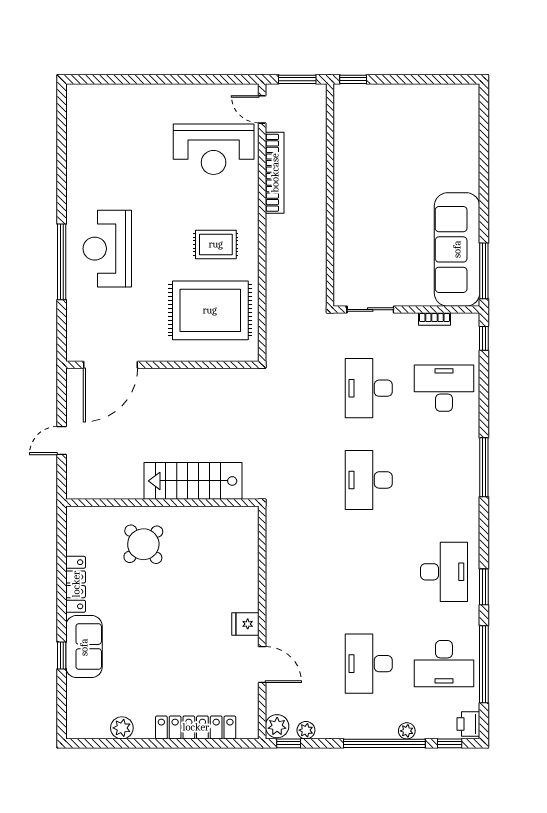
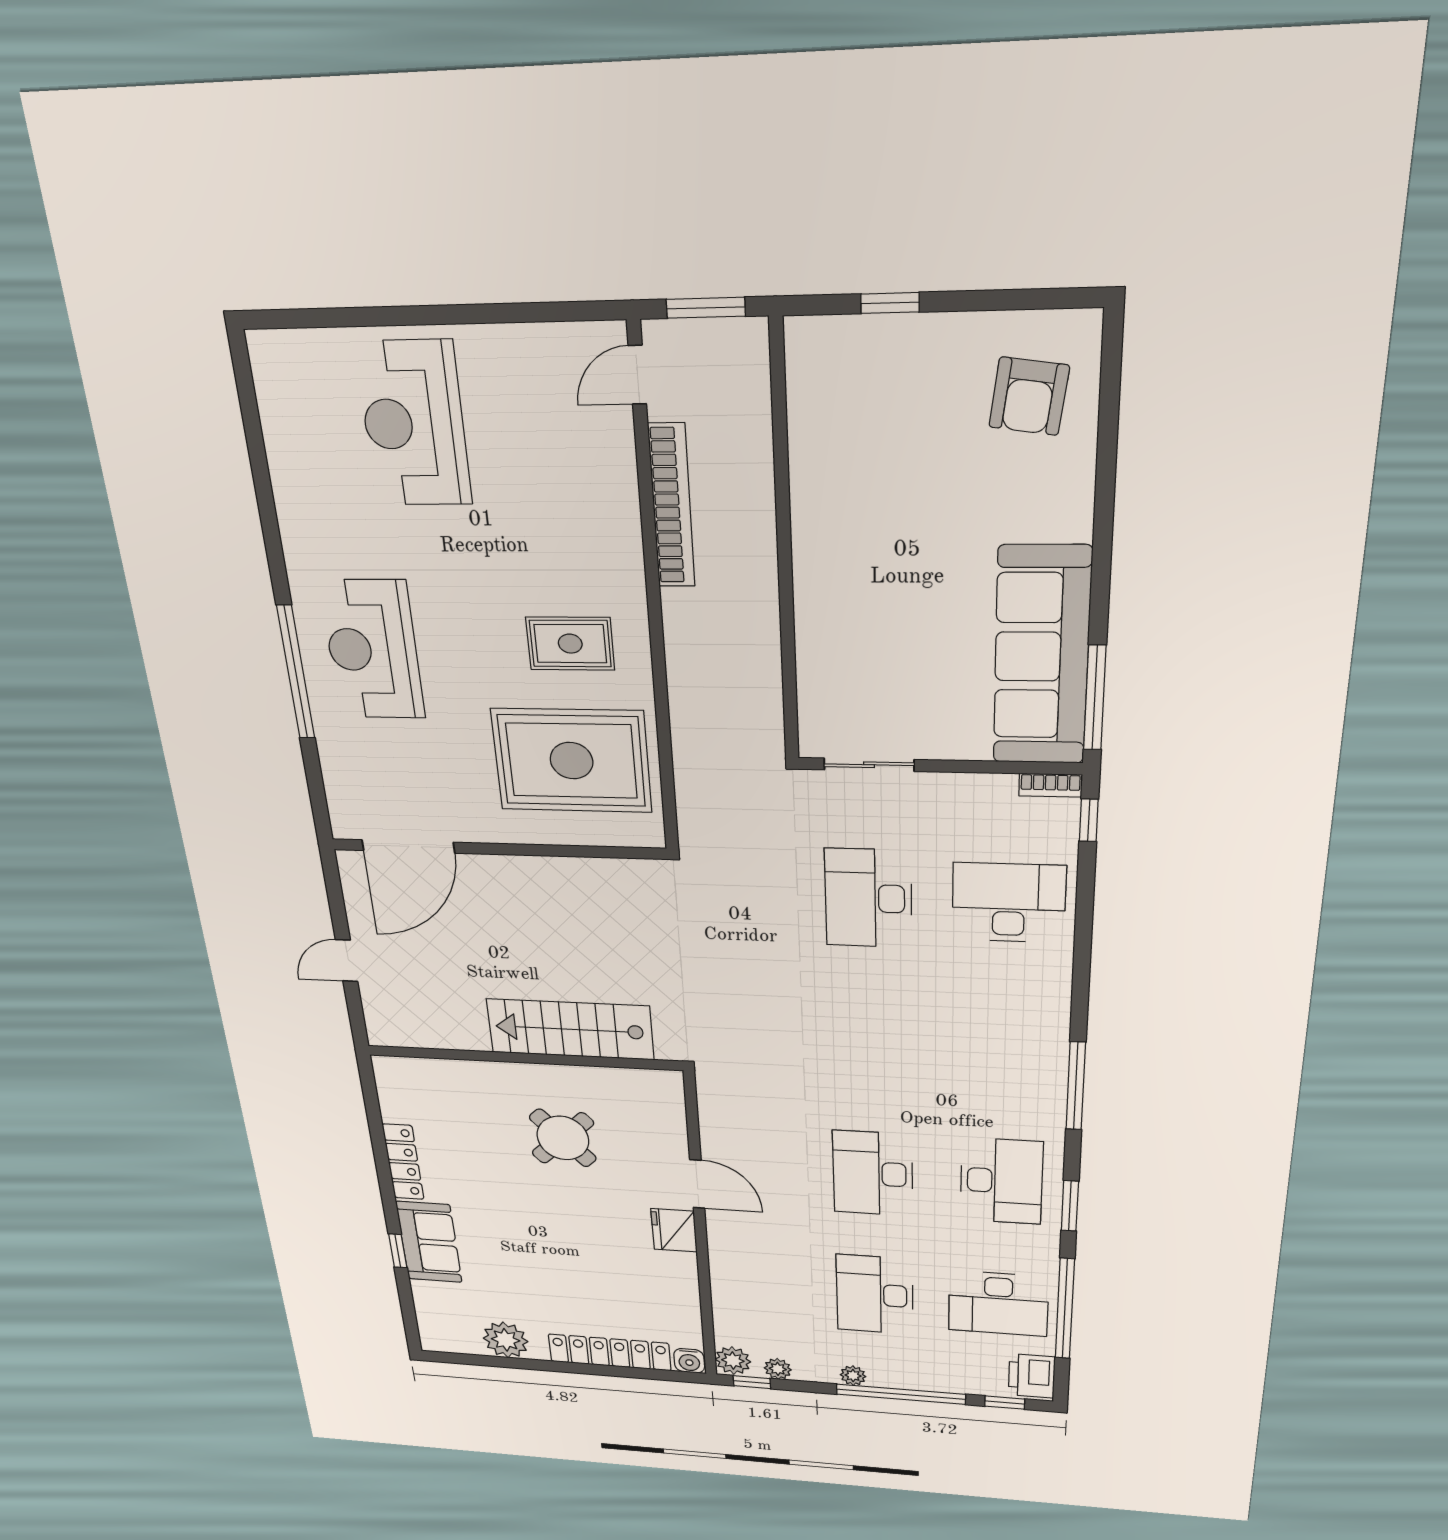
window: (353, 79) -> (890, 303), moved
door: (262, 109) -> (637, 375), hinge flipped
armchair: (447, 122) -> (1029, 396), added
reception desk: (214, 149) -> (414, 424), moved, turned 90
bookcase: (435, 319) -> (1050, 785), moved
window: (484, 467) -> (1076, 1086), moved
desk: (369, 480) -> (873, 1173), moved
round table: (143, 544) -> (563, 1138), moved
fridge: (245, 624) -> (674, 1230), width x1.38
door: (262, 665) -> (697, 1184), moved
printer: (468, 724) -> (1032, 1376), width x1.36, depth x1.24
plant: (122, 728) -> (506, 1340), width x1.36, depth x1.36
water cooler: (248, 729) -> (689, 1361), added
plant: (407, 731) -> (853, 1376), moved

